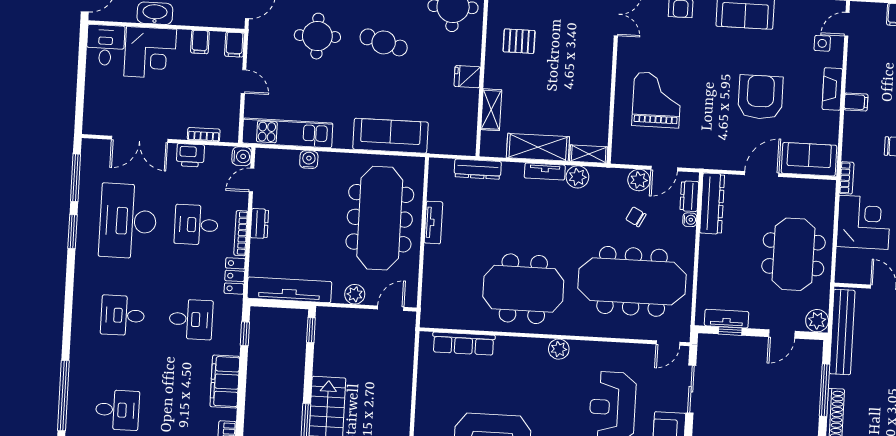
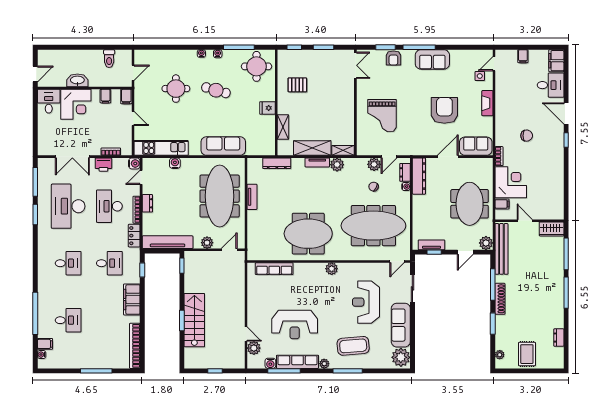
grand piano: (657, 100) -> (382, 116), turned 180
filing cabinet: (856, 102) -> (502, 204), moved
desk: (196, 225) -> (109, 206), width x1.37
desk: (123, 315) -> (68, 263), turned 180

